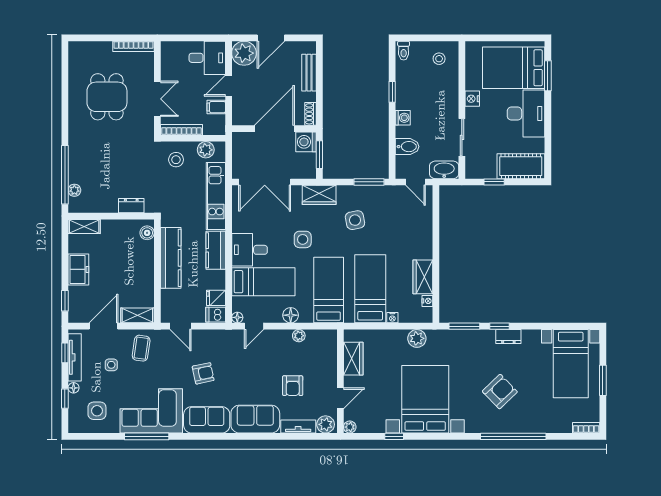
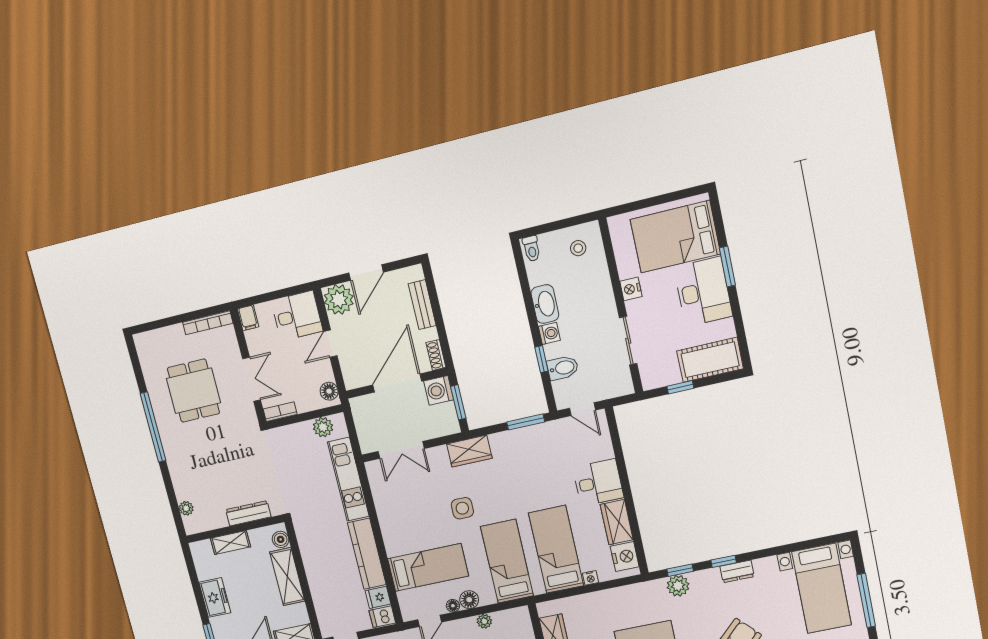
window: (548, 76) -> (727, 266), moved
window: (392, 92) -> (541, 359), moved
filing cabinet: (216, 107) -> (248, 318), moved, turned -90
floor lamp: (218, 123) -> (329, 391), added
bookcase: (181, 130) -> (280, 412), width x0.64
stool: (176, 160) -> (292, 447), removed
washbasin: (444, 170) -> (545, 304), moved, turned 90
window: (65, 175) -> (153, 427), moved
double door: (265, 182) -> (401, 450), width x0.73
dresser: (131, 206) -> (248, 513), width x1.44
side table: (355, 220) -> (519, 472), removed
shelving: (84, 226) -> (230, 543), moved
kitchen counter: (216, 250) -> (367, 554), width x1.50
desk: (249, 250) -> (598, 483), moved, turned 180
kitchen counter: (171, 258) -> (315, 562), removed
shelving: (145, 265) -> (287, 577), added
nightstand: (427, 301) -> (625, 556), width x1.89, depth x1.79
floor lamp: (237, 317) -> (453, 606), moved
window: (464, 326) -> (680, 570), width x0.67
plant: (417, 338) -> (678, 586), moved
window: (603, 380) -> (866, 600), width x1.44

